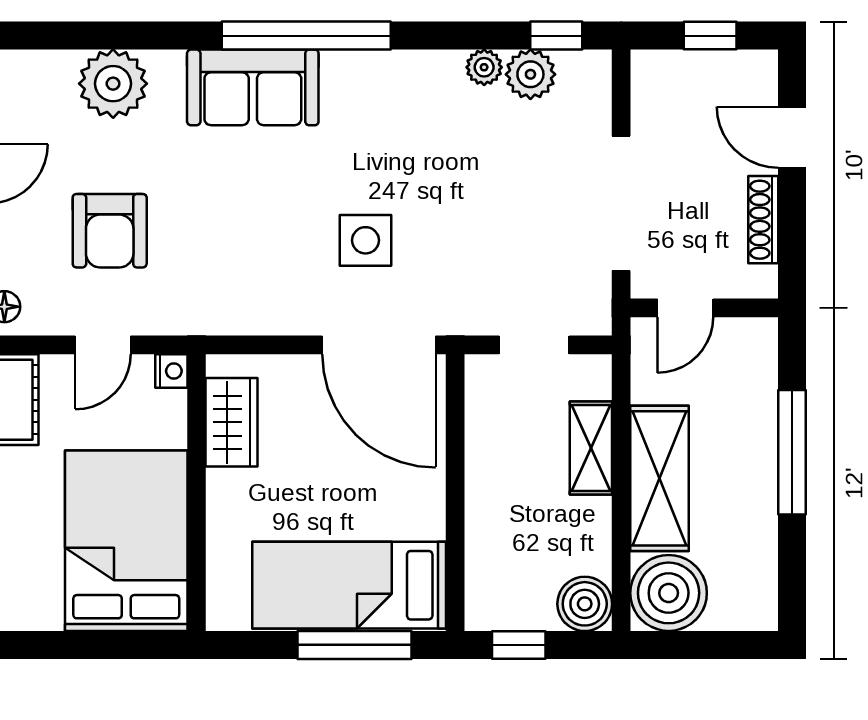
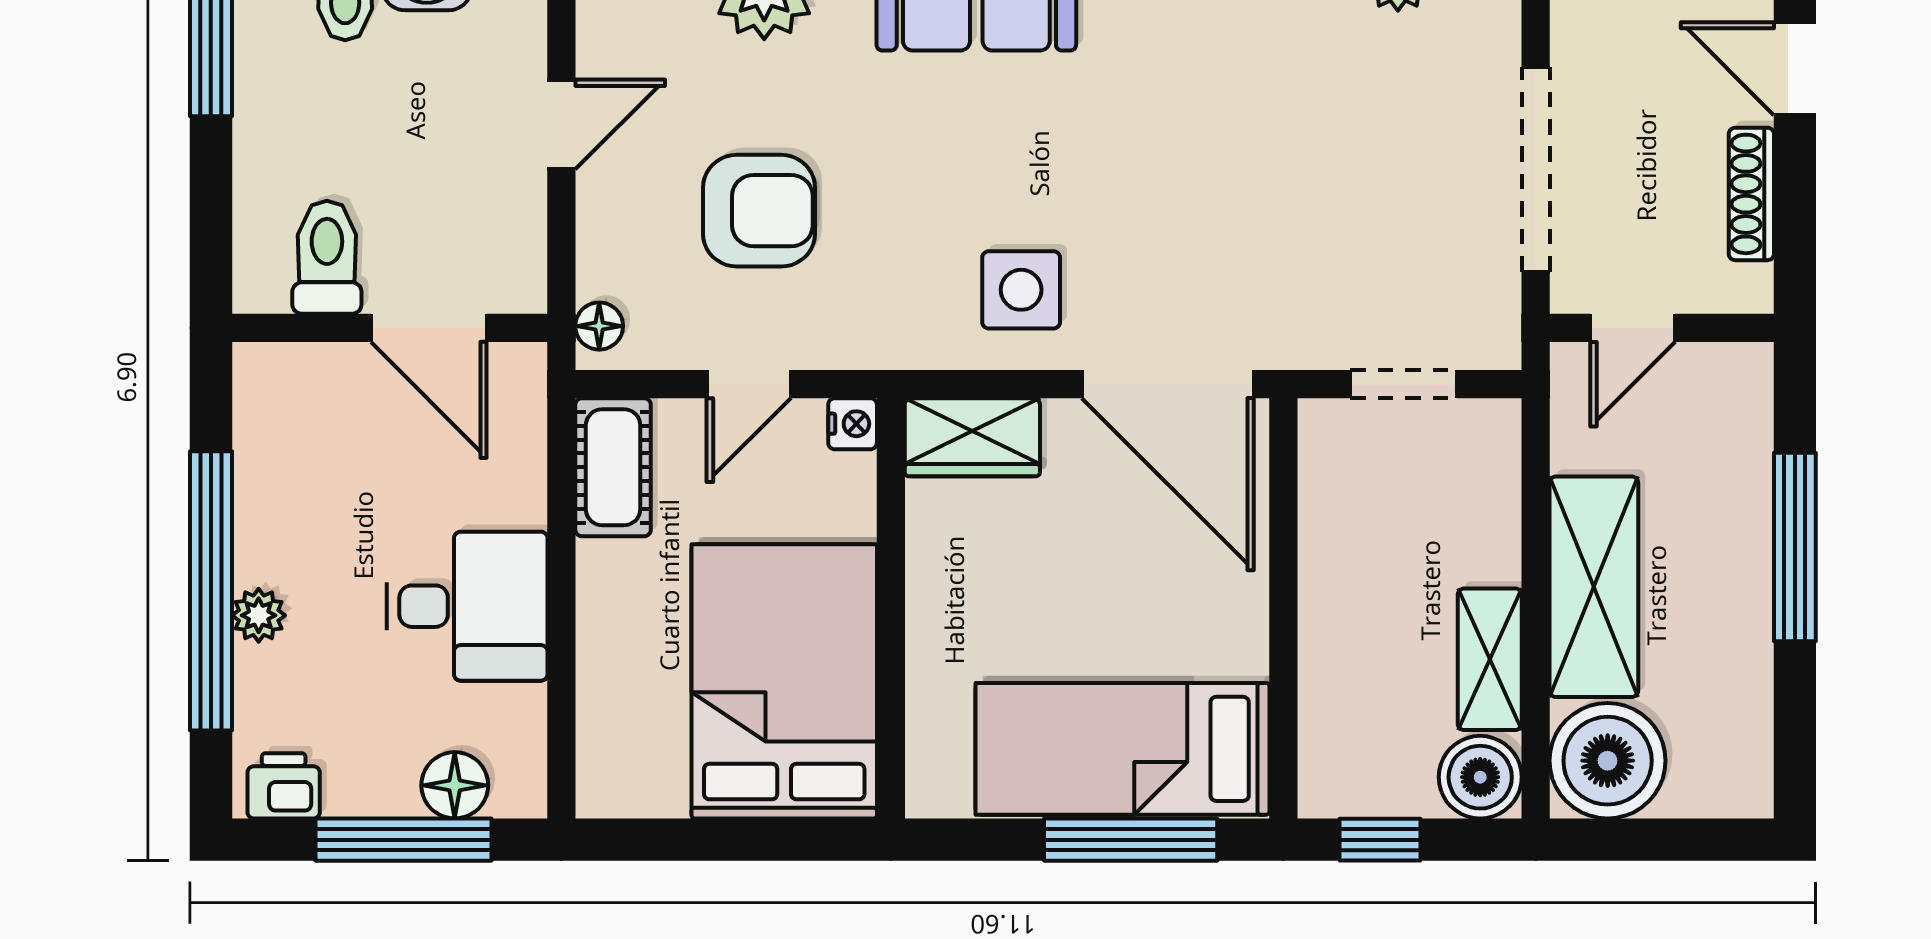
armchair: (110, 231) -> (759, 211), turned -90
side table: (366, 240) -> (1021, 290), moved
wardrobe: (232, 422) -> (972, 437), moved, turned 90
shelving: (591, 448) -> (1490, 659), moved

